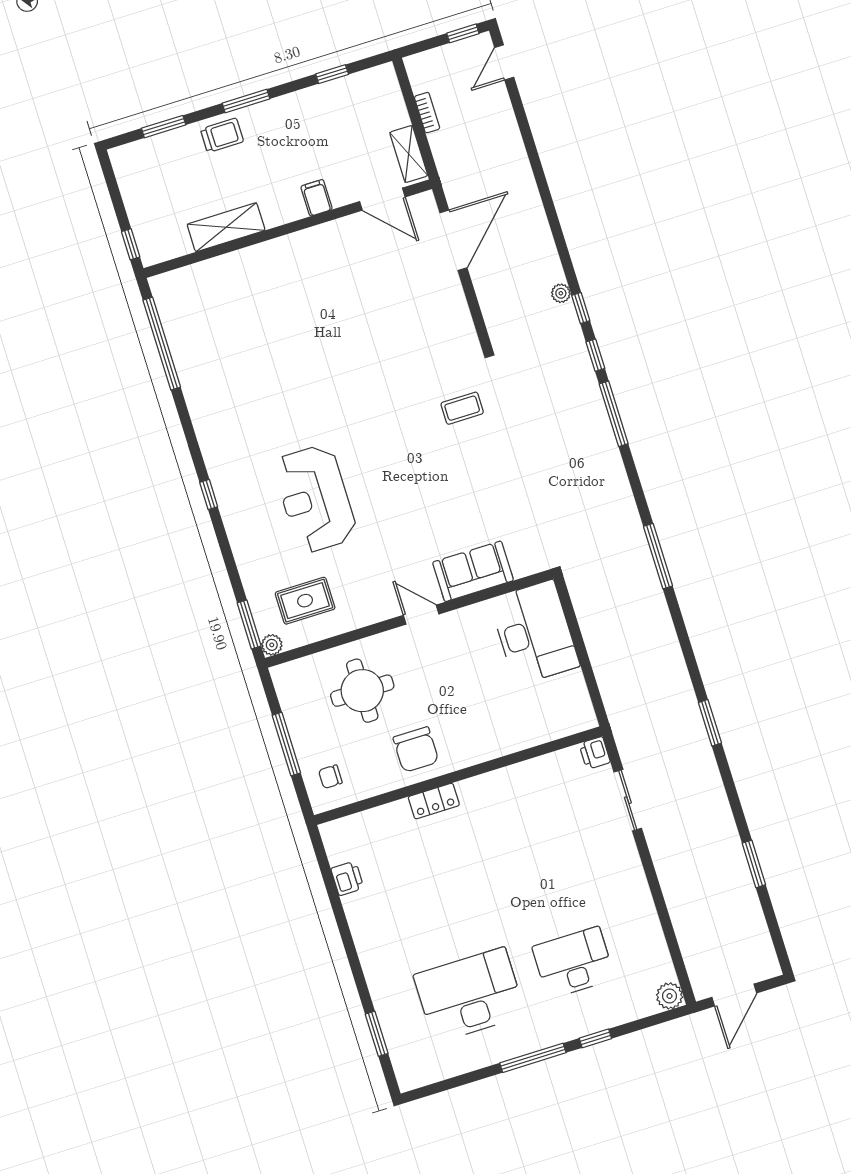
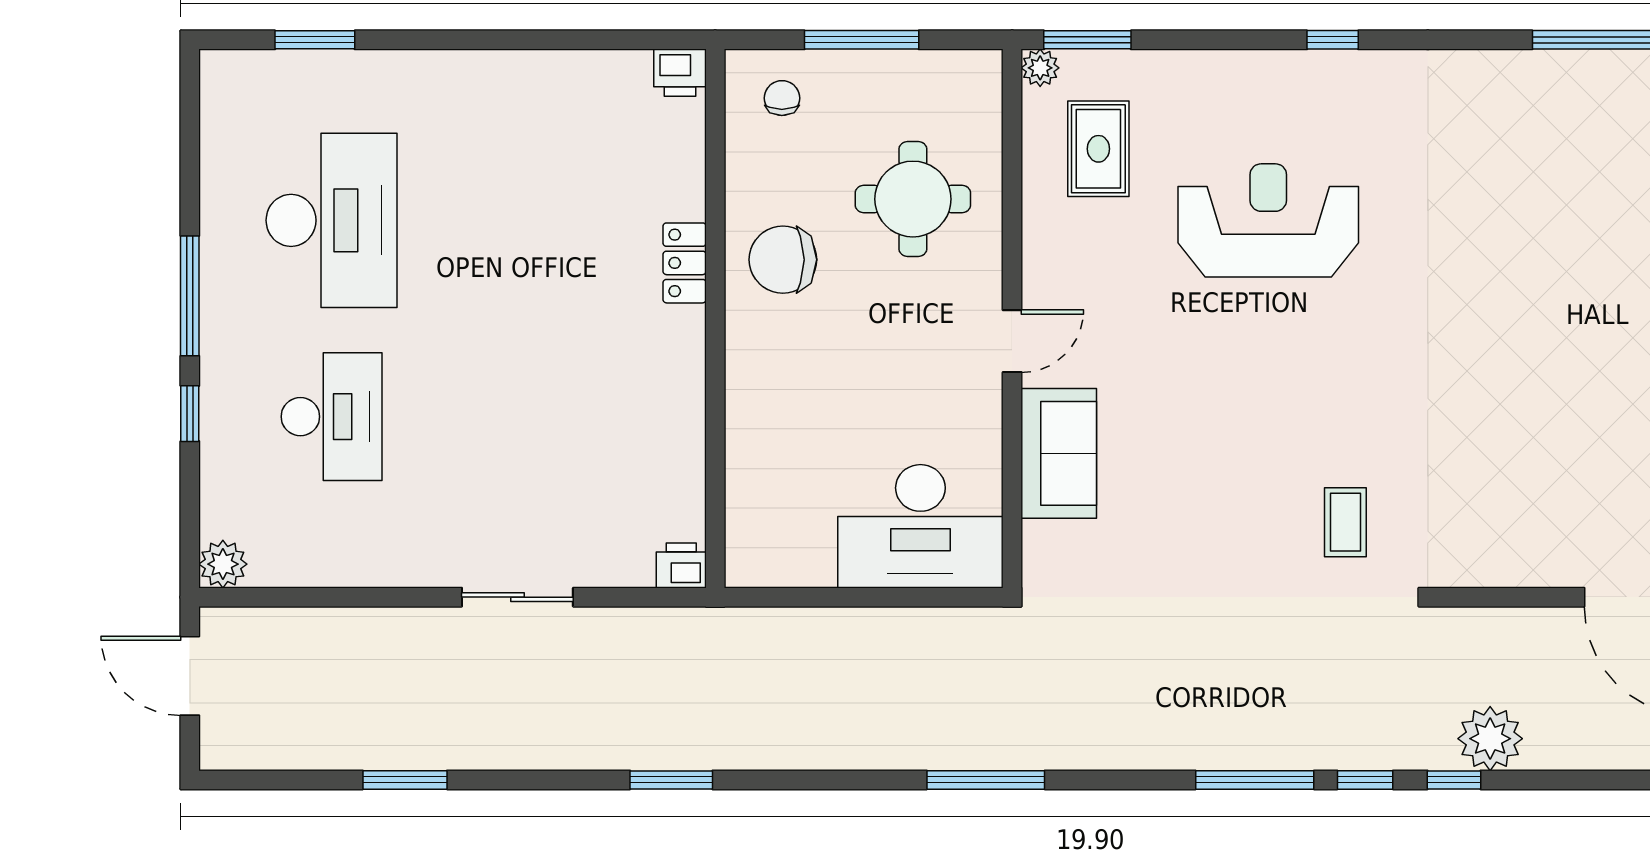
plant: (561, 293) -> (1490, 739), width x1.88, depth x1.88
sliding door: (628, 800) -> (517, 597), moved
printer: (347, 878) -> (680, 73), moved

